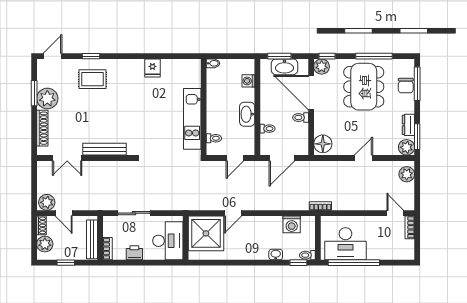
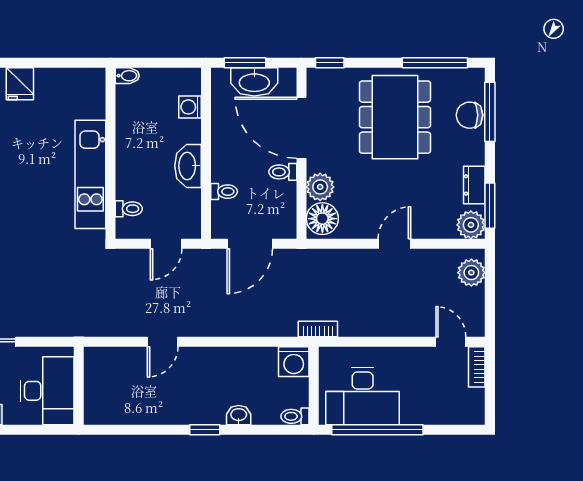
window: (374, 56) -> (435, 63), moved
plant: (322, 67) -> (320, 187), moved
chair: (406, 86) -> (470, 115), turned 90
washing machine: (292, 224) -> (294, 362), moved
shower: (206, 233) -> (115, 378), removed
window: (298, 263) -> (205, 430), moved

